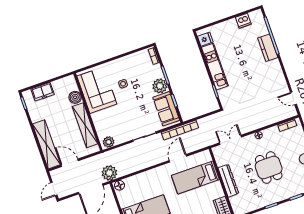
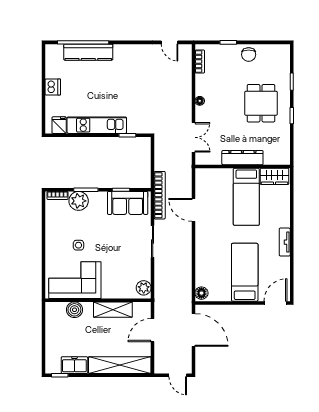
dishwasher: (243, 21) -> (53, 87), moved
kitchen counter: (268, 48) -> (88, 52), width x1.50
plant: (160, 86) -> (79, 201), moved
freezer: (43, 92) -> (74, 365), moved, turned -90
door: (293, 98) -> (170, 42), hinge flipped
shelving: (85, 125) -> (113, 310), width x0.68
double door: (230, 140) -> (193, 137), swing flipped
door: (70, 163) -> (153, 330), moved
dining table: (269, 167) -> (261, 103), moved, turned 90
plant: (109, 173) -> (182, 300), removed
bed: (195, 178) -> (246, 197), moved

